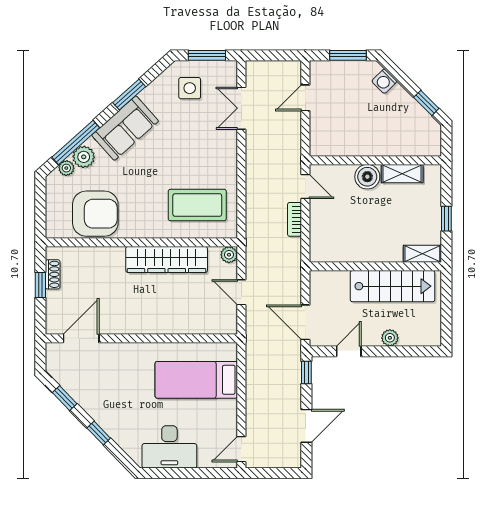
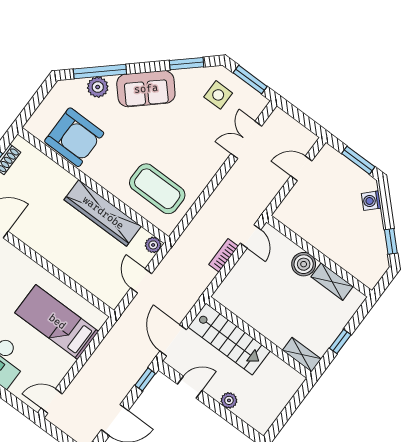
window: (129, 95) -> (187, 64), moved
plant: (66, 168) -> (78, 86), removed
stairs: (392, 286) -> (229, 339), moved

